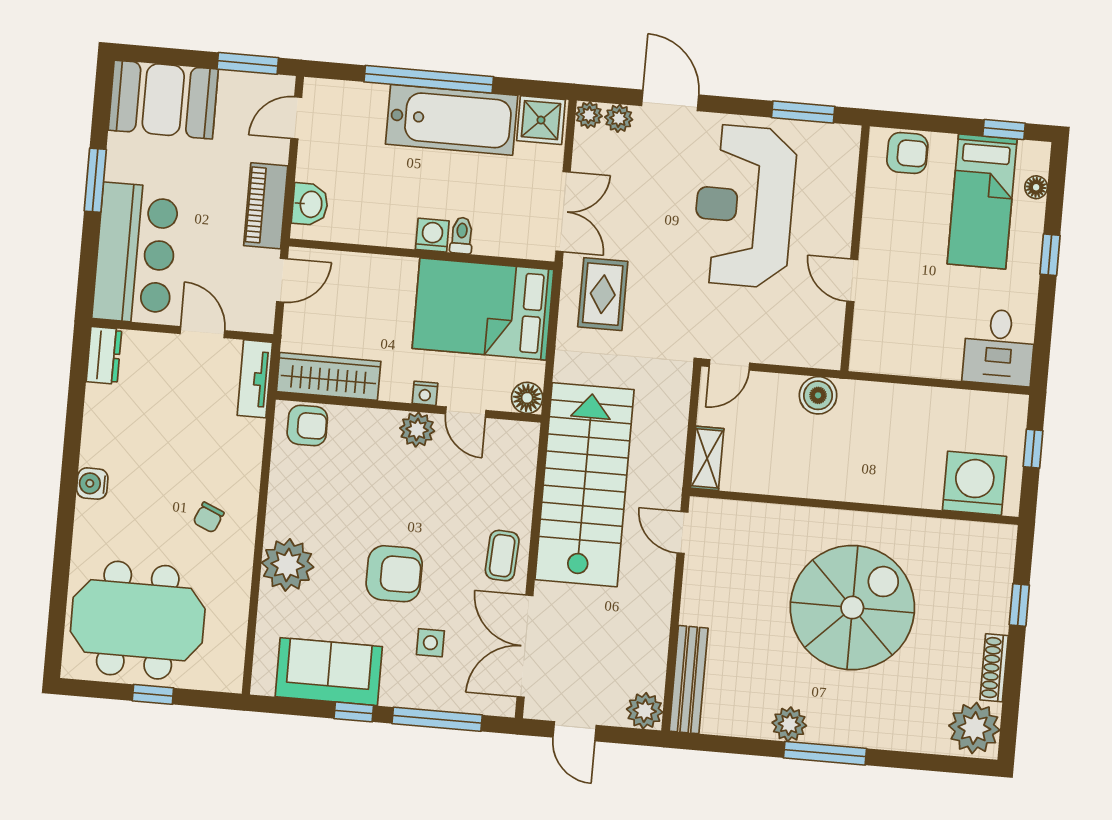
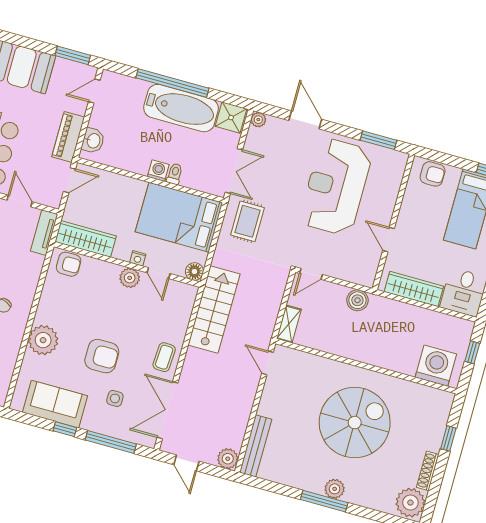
plant: (619, 118) -> (275, 125), removed
wardrobe: (912, 358) -> (414, 289), added
stairs: (585, 485) -> (214, 309), width x0.73, depth x0.66
plant: (789, 724) -> (335, 489), moved

